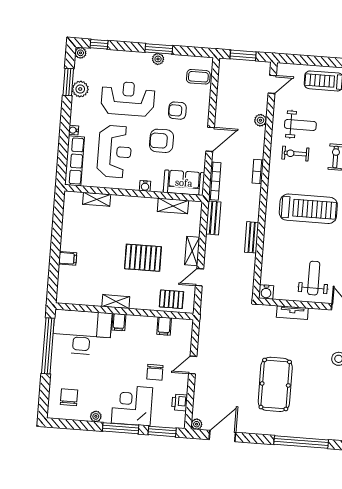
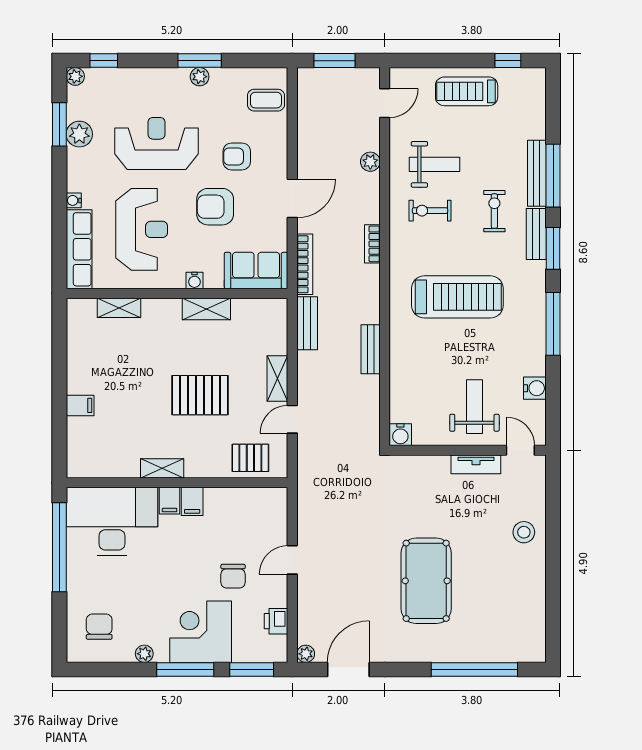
shelving: (173, 206) -> (206, 309), moved
tv unit: (292, 313) -> (476, 464), moved
filing cabinet: (164, 326) -> (192, 501), moved

